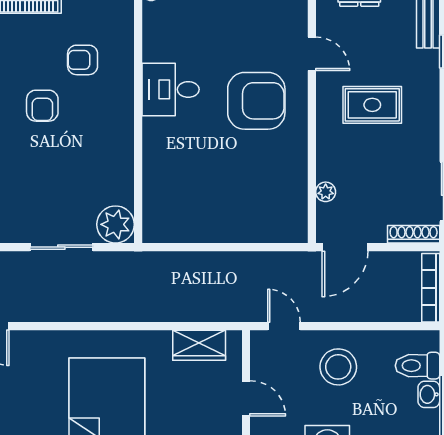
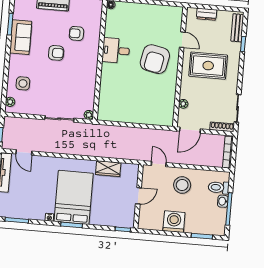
armchair: (256, 101) -> (155, 59), turned 101
rug: (372, 105) -> (208, 66), width x1.36, depth x1.43
armchair: (42, 106) -> (56, 53), turned -90
plant: (116, 224) -> (89, 115), width x0.53, depth x0.53
wardrobe: (199, 345) -> (108, 169), moved
door: (246, 398) -> (138, 196), hinge flipped

